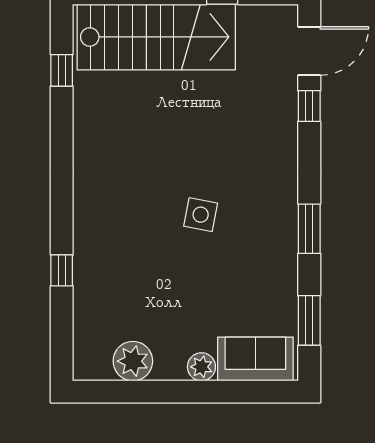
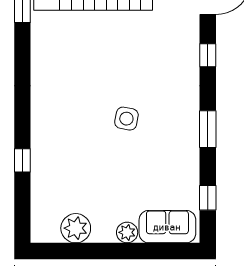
window: (309, 106) -> (208, 55), moved
window: (309, 320) -> (208, 198), width x0.67

